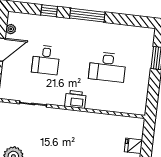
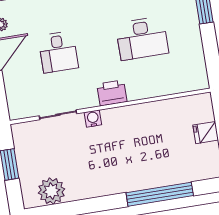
water cooler: (57, 114) -> (93, 119), added

